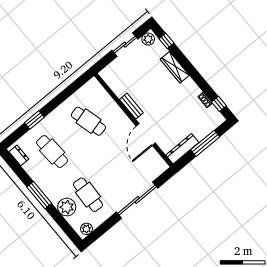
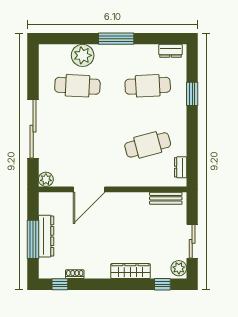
dresser: (85, 90) -> (181, 167), added
bench: (131, 106) -> (166, 198), moved
door: (146, 135) -> (89, 189), swing flipped
dresser: (182, 149) -> (46, 236), moved
plant: (86, 229) -> (46, 179), moved

